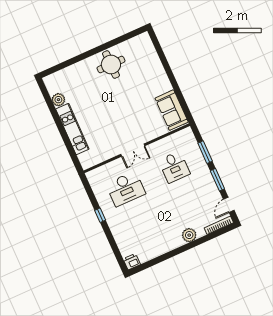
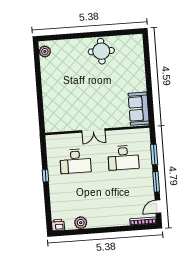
plant: (58, 100) -> (45, 51), moved
kitchen unit: (72, 129) -> (49, 94), removed
desk: (174, 167) -> (123, 158), width x1.37
plant: (189, 235) -> (81, 223), moved

